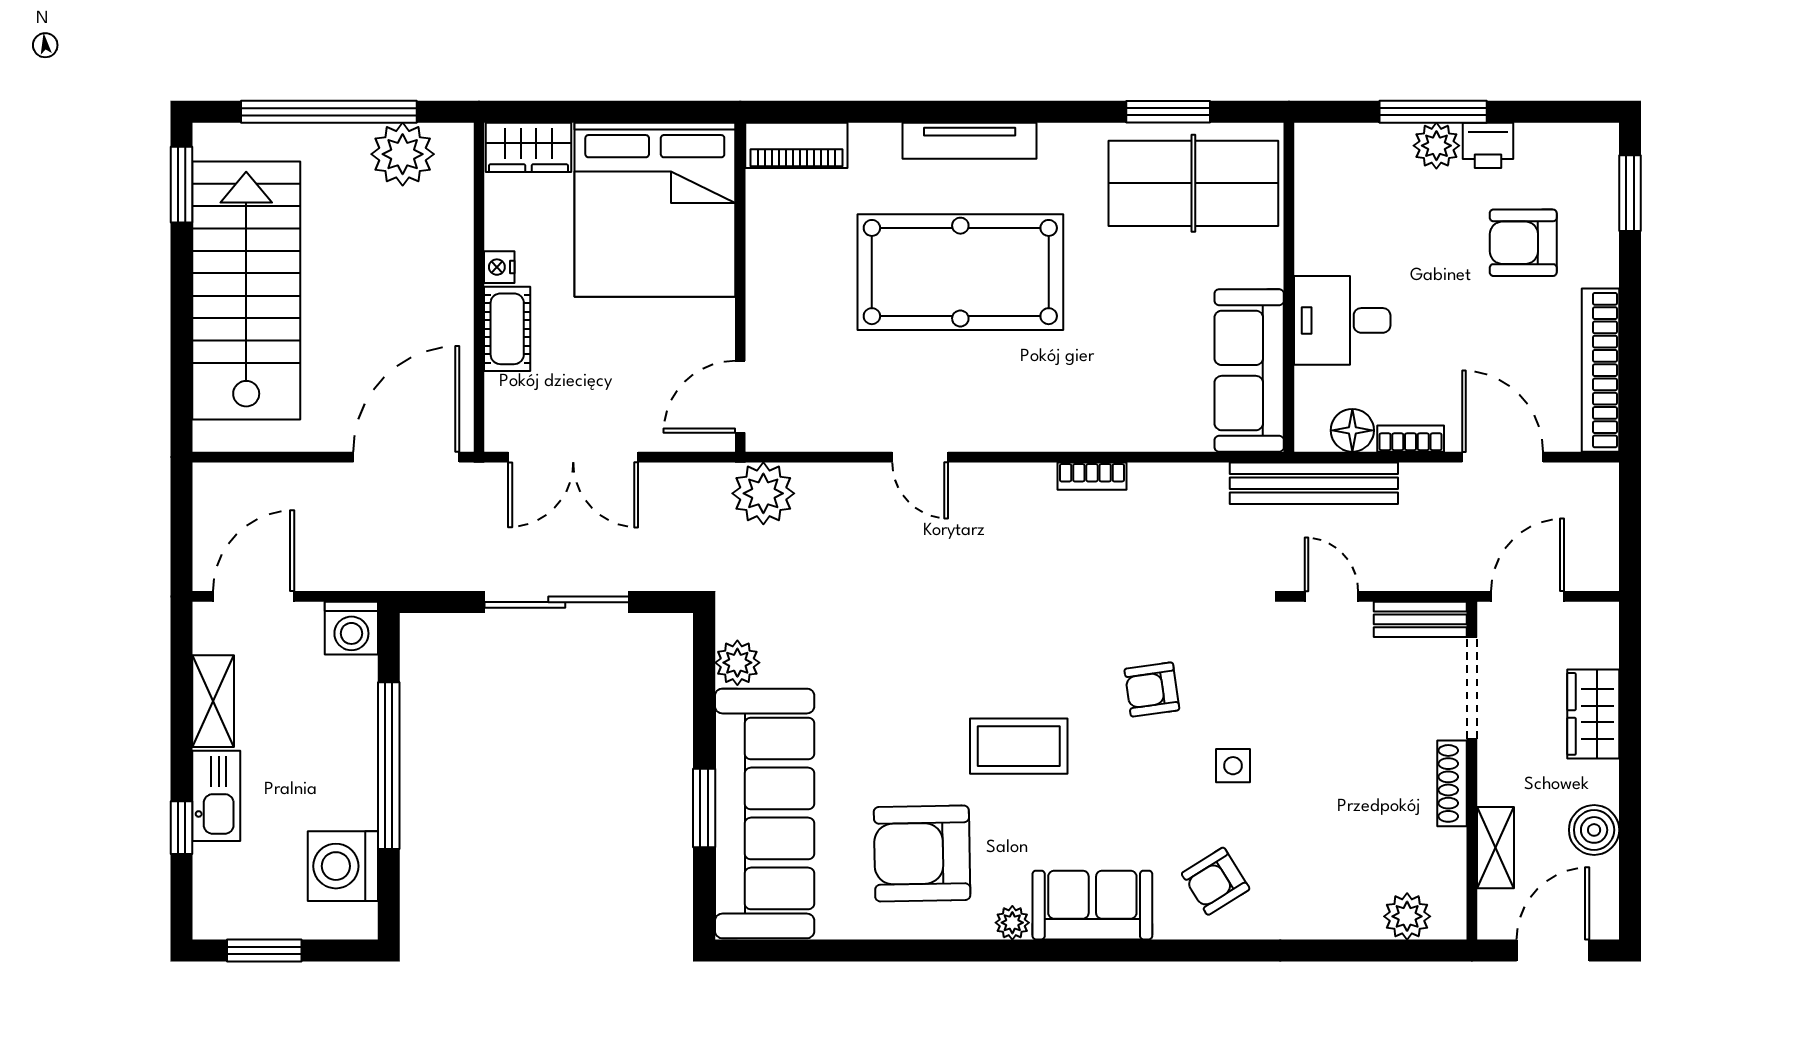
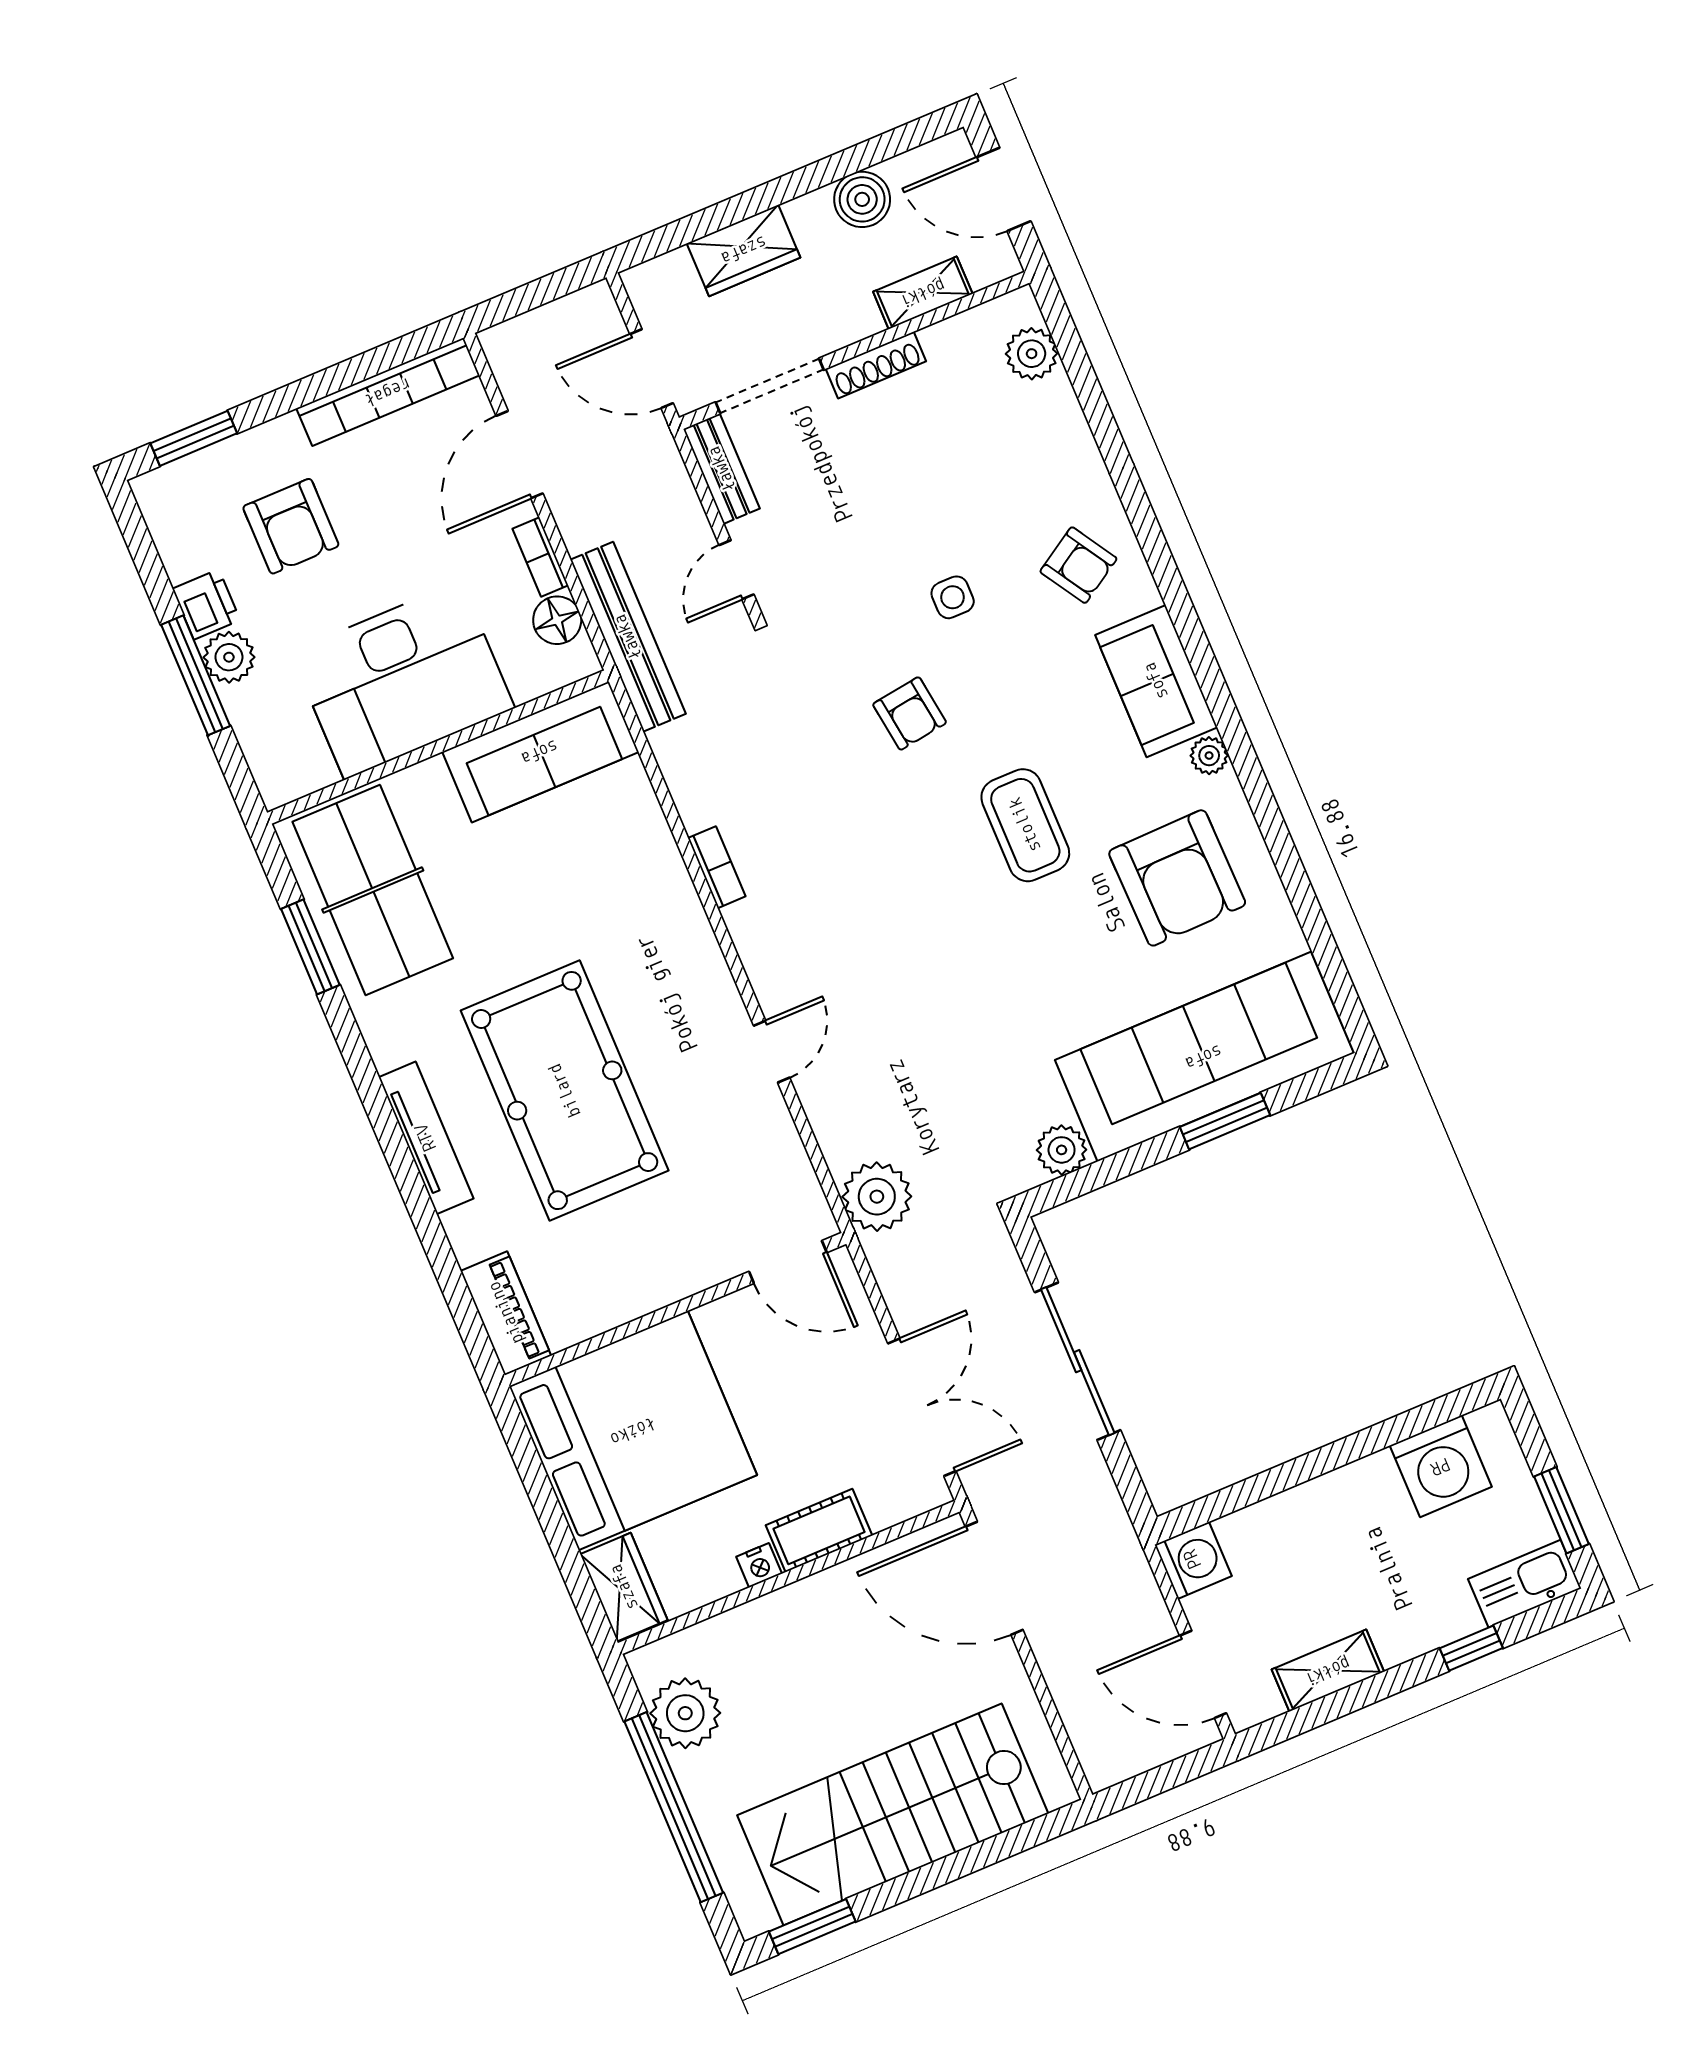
desk: (1342, 320) -> (403, 680), width x1.87, depth x1.30
window: (389, 766) -> (1318, 1463), removed
kitchen sink: (216, 796) -> (1525, 1584), moved

